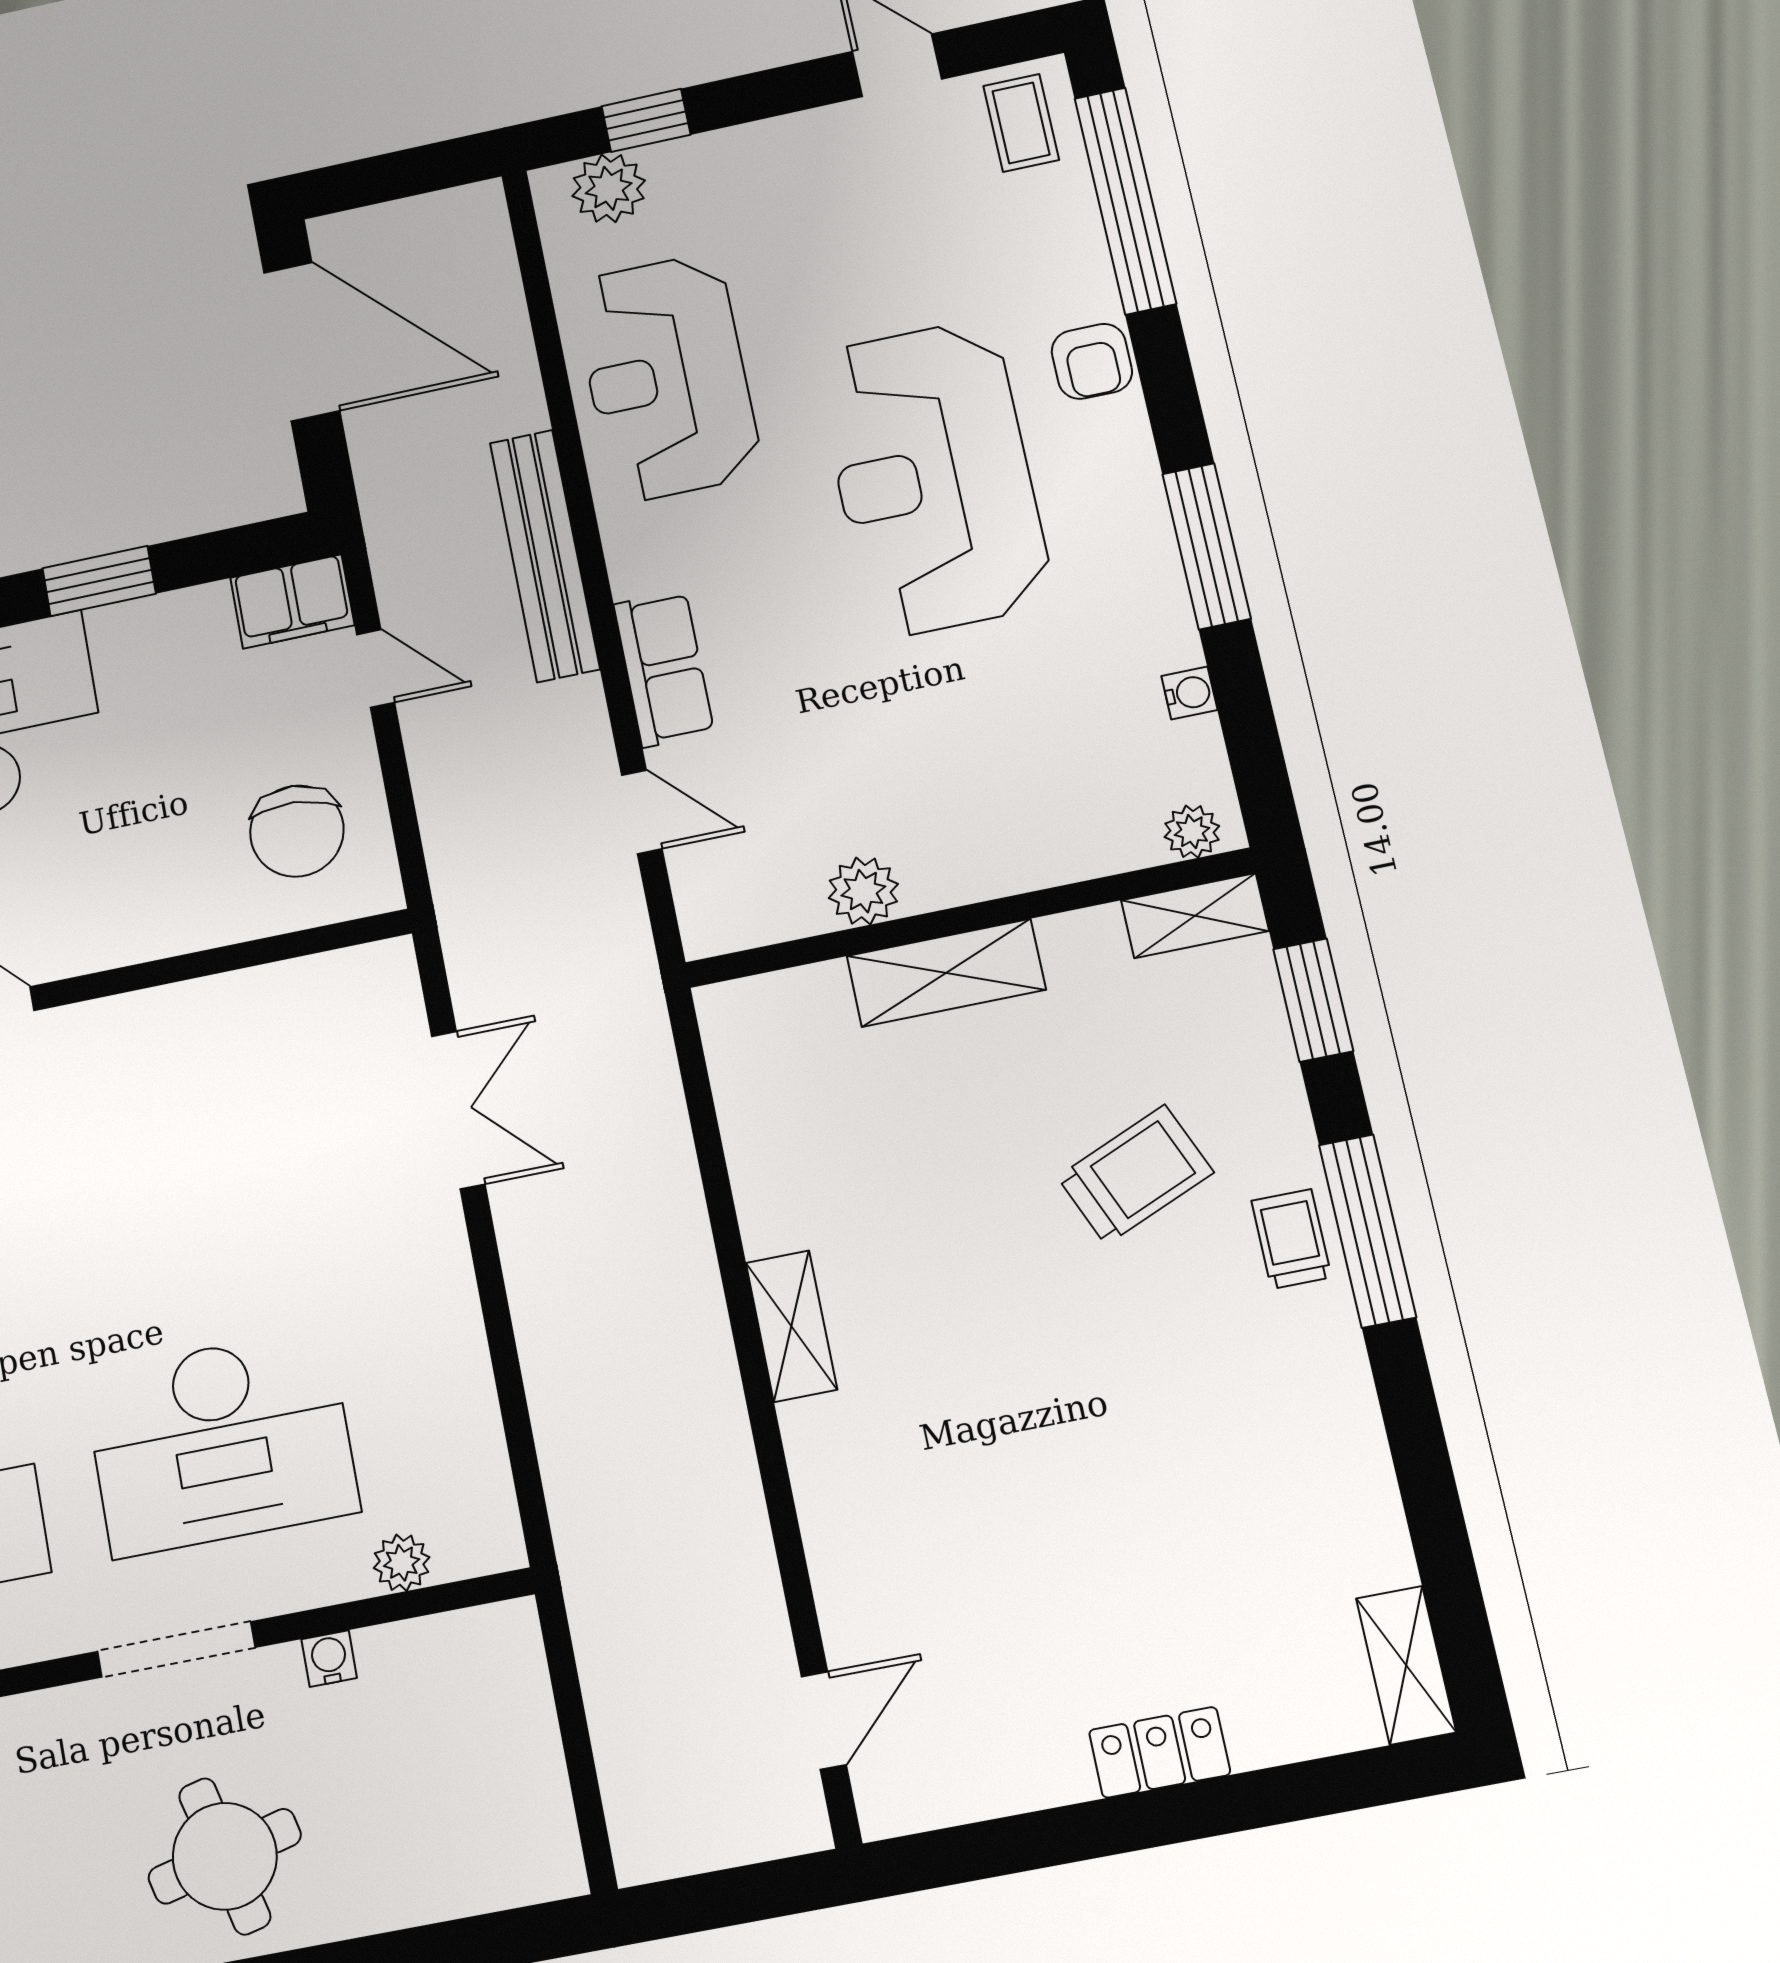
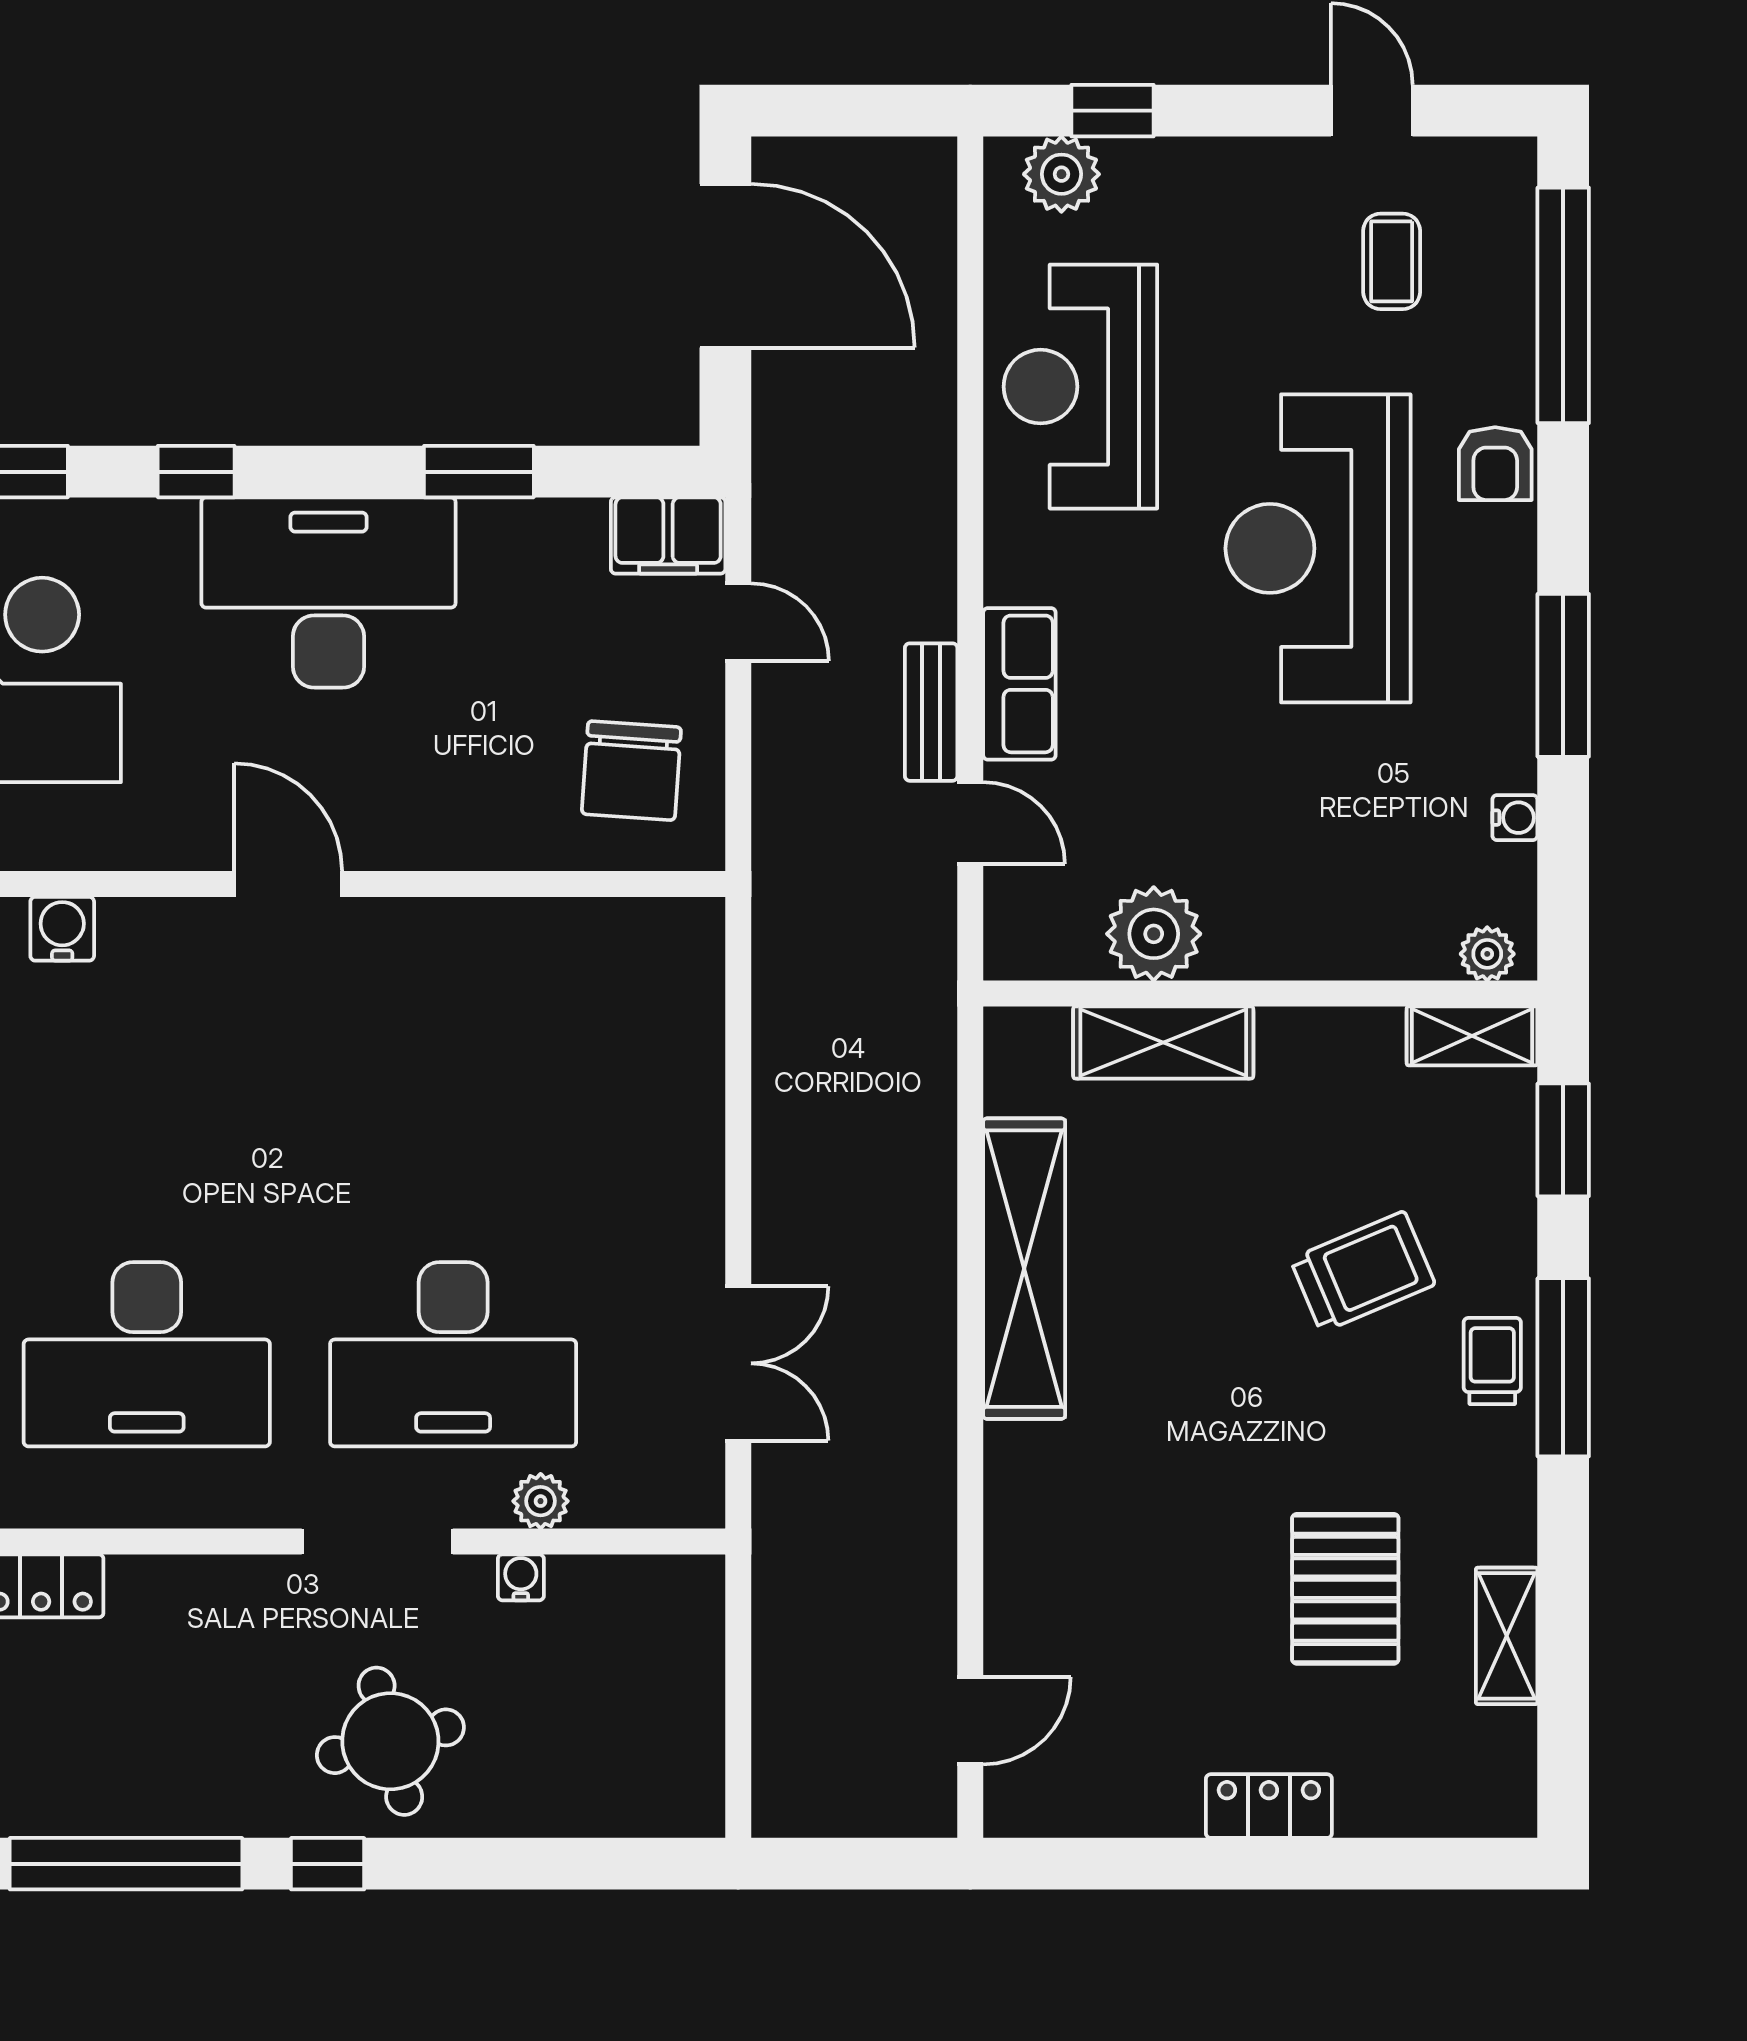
coffee table: (1021, 123) -> (1392, 261), moved
bench: (545, 556) -> (931, 712), moved, width x0.54, depth x0.82
plant: (863, 891) -> (1154, 934), width x1.36, depth x1.36
shelving: (946, 973) -> (1163, 1043), moved
double door: (458, 1110) -> (738, 1363), moved
shelving: (791, 1326) -> (1024, 1269), width x2.20, depth x1.33
pallet: (1190, 1506) -> (1345, 1589), added
plant: (402, 1563) -> (541, 1501), moved
shelving: (1406, 1665) -> (1507, 1636), moved

